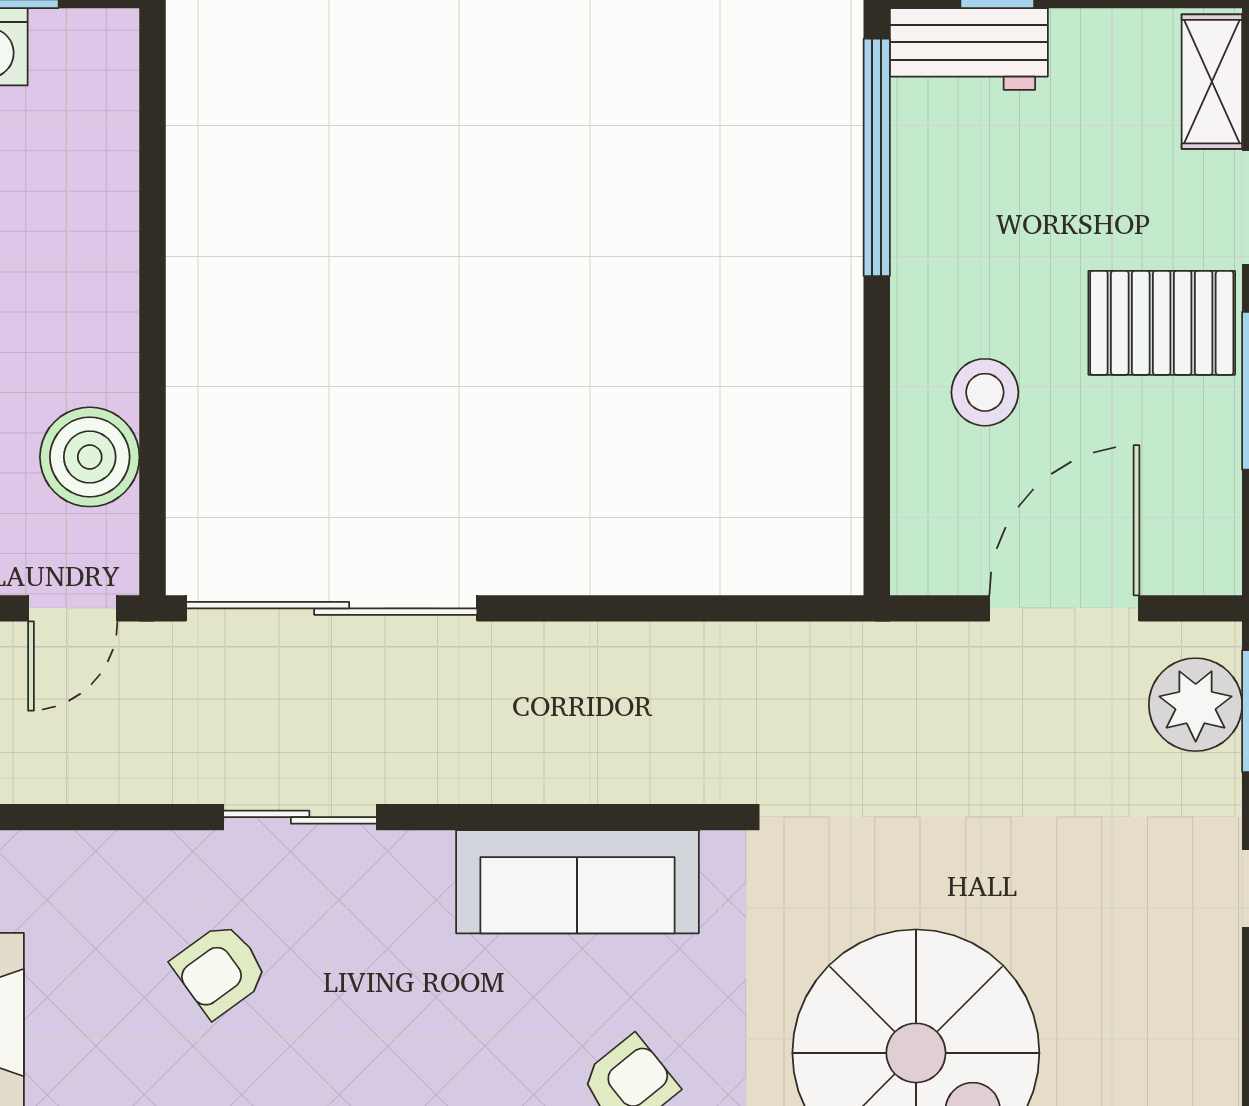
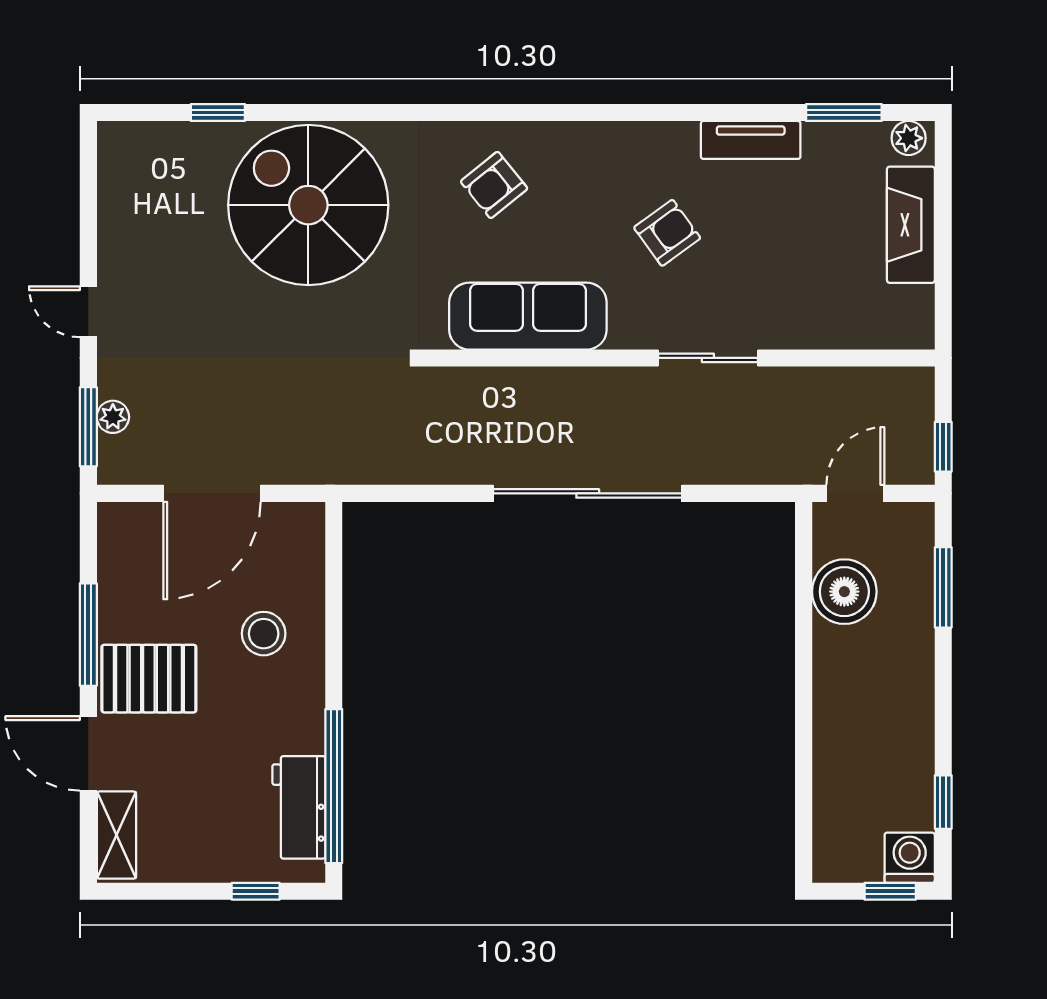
workbench: (969, 49) -> (299, 807), moved, turned -90
sliding door: (332, 608) -> (588, 493), moved
plant: (1196, 705) -> (113, 417), width x0.53, depth x0.53
armchair: (220, 970) -> (667, 233), moved

